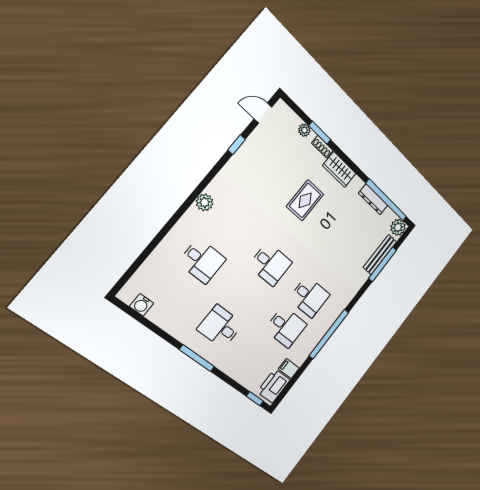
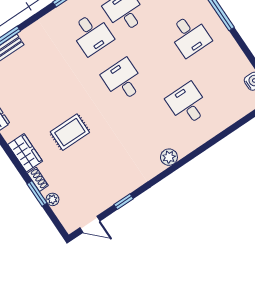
desk: (309, 297) -> (92, 34), turned 180

